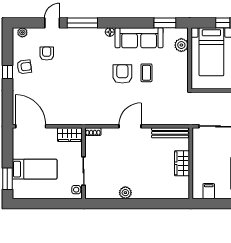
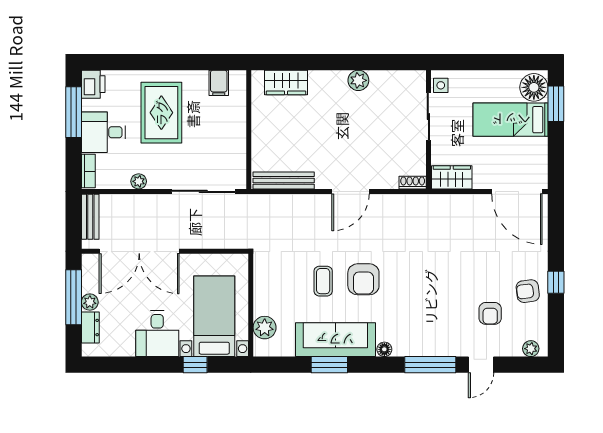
window: (165, 23) -> (329, 365), moved
wardrobe: (182, 163) -> (286, 82), moved, turned 90
floor lamp: (21, 188) -> (534, 87), added

